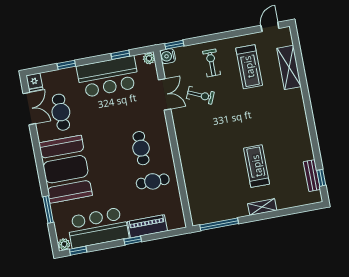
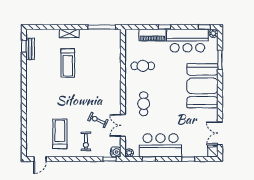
shelving: (289, 67) -> (32, 128), removed
cafe table: (61, 112) -> (198, 127), removed
cafe table: (141, 148) -> (144, 104), moved

